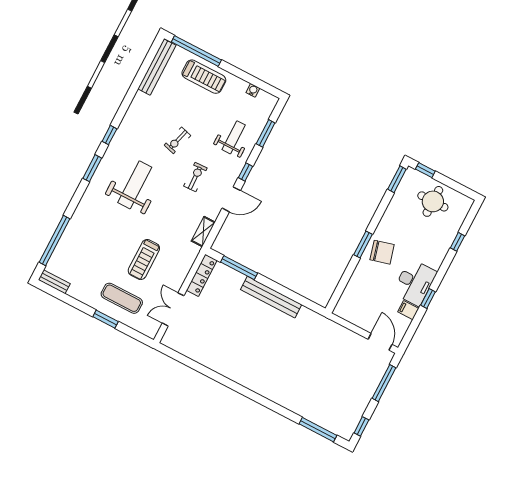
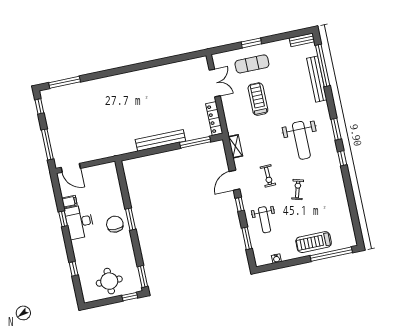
bench: (157, 67) -> (317, 79), moved
chair: (382, 252) -> (115, 224), turned 105

